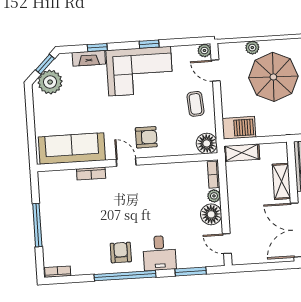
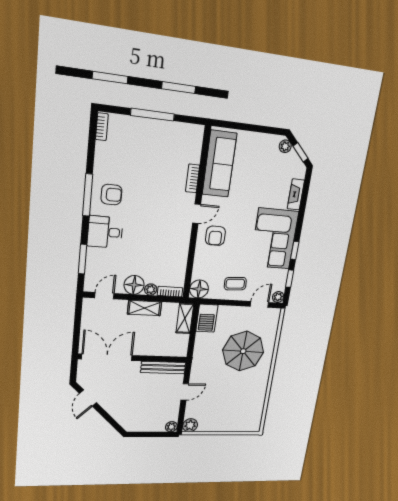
window: (97, 47) -> (290, 279), moved
plant: (252, 48) -> (271, 337), removed
plant: (50, 82) -> (285, 146), width x0.53, depth x0.53
shelving: (281, 181) -> (145, 308), moved
window: (125, 276) -> (88, 195), width x0.68

